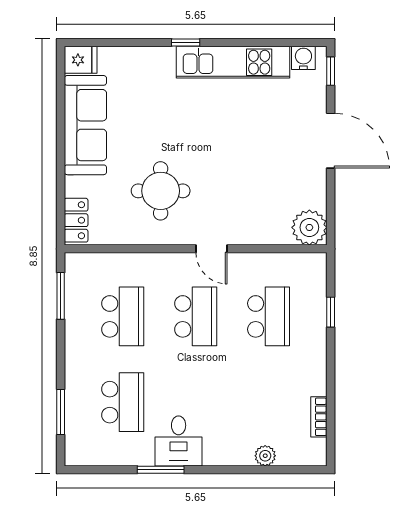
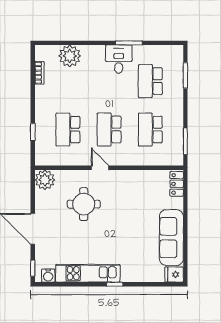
round table: (161, 191) -> (84, 204), moved
plant: (265, 456) -> (70, 56), width x1.87, depth x1.87

